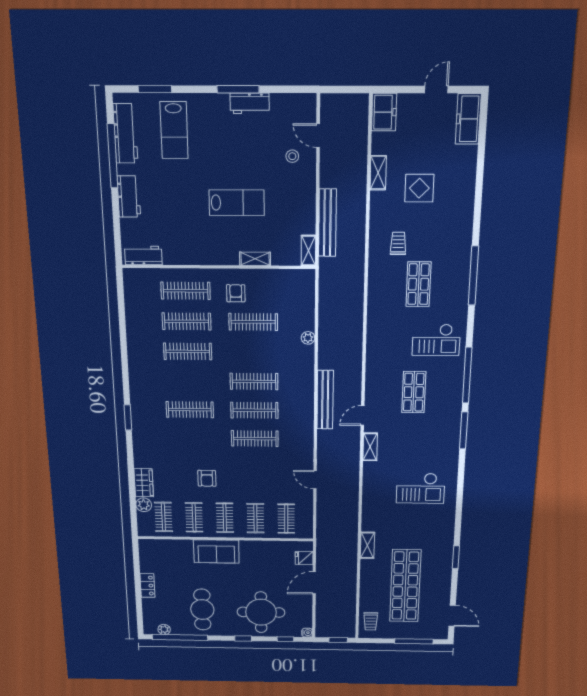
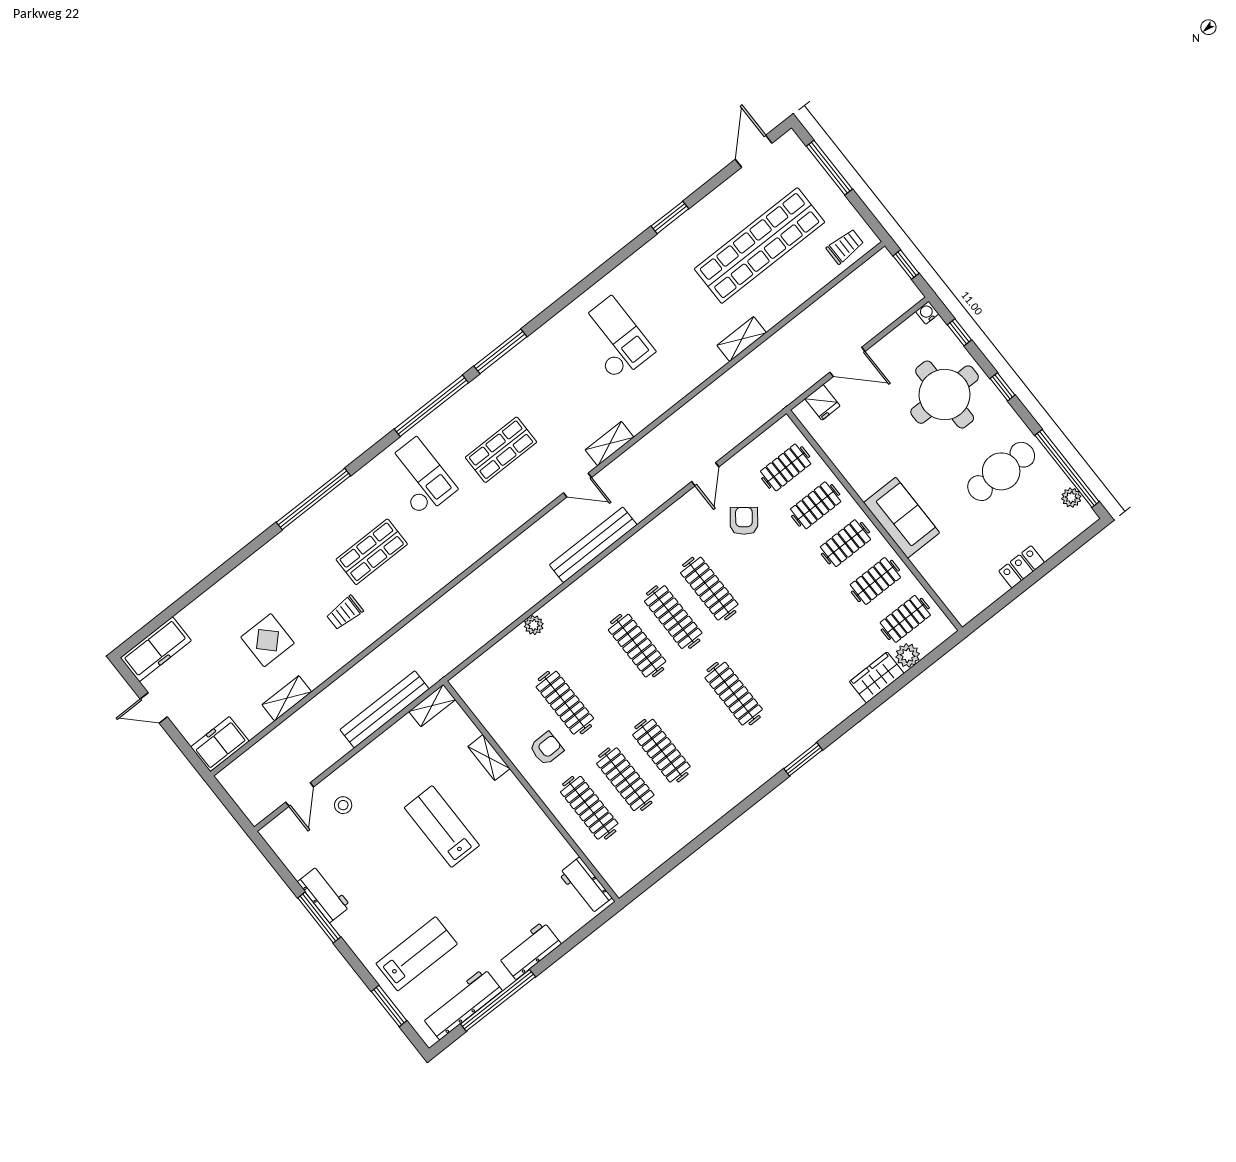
armchair: (236, 293) -> (547, 749), turned 180
armchair: (207, 478) -> (744, 521), moved, turned -52

